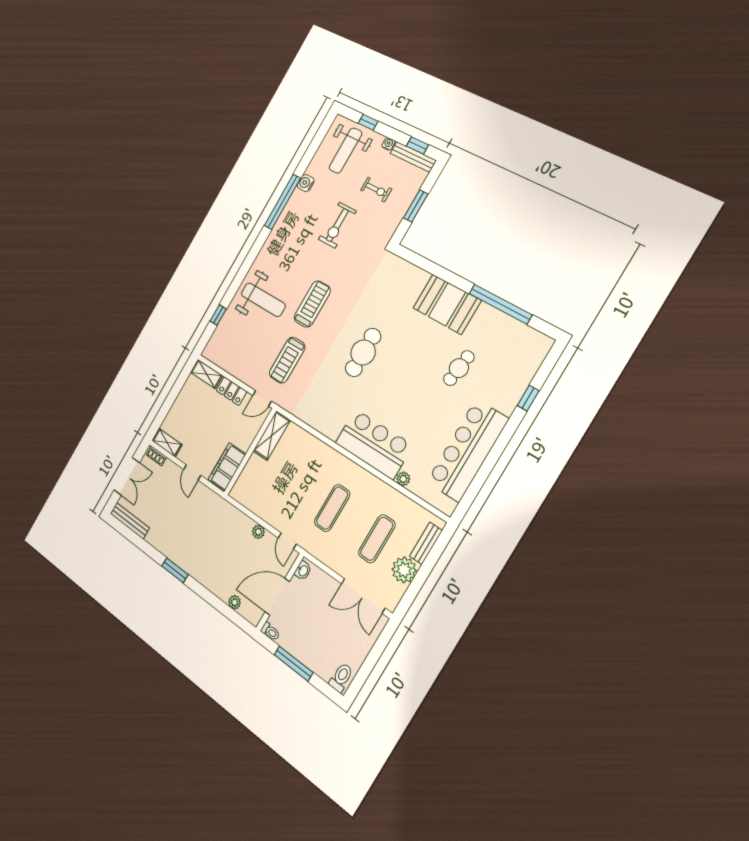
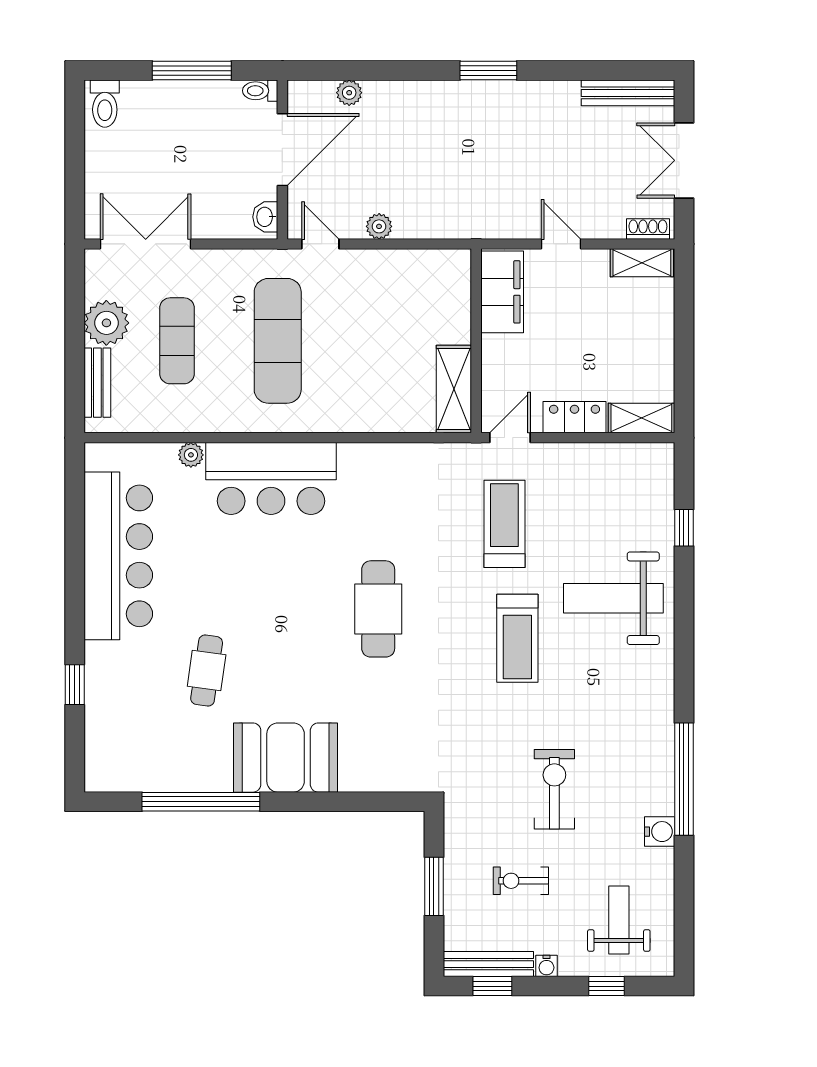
weight bench: (345, 151) -> (619, 920), width x0.73, depth x0.75
exercise mat: (332, 508) -> (278, 341), width x1.36, depth x1.45

